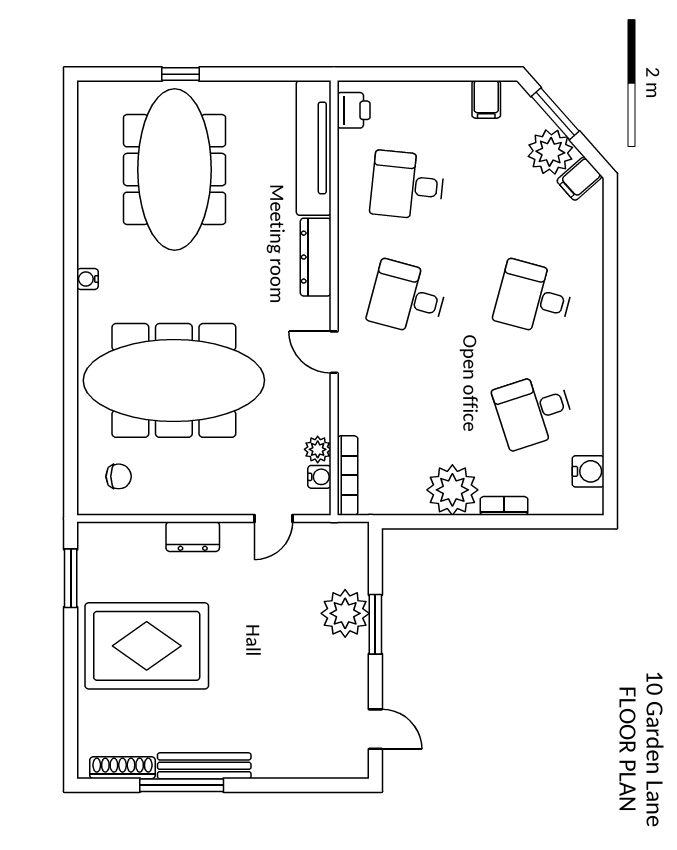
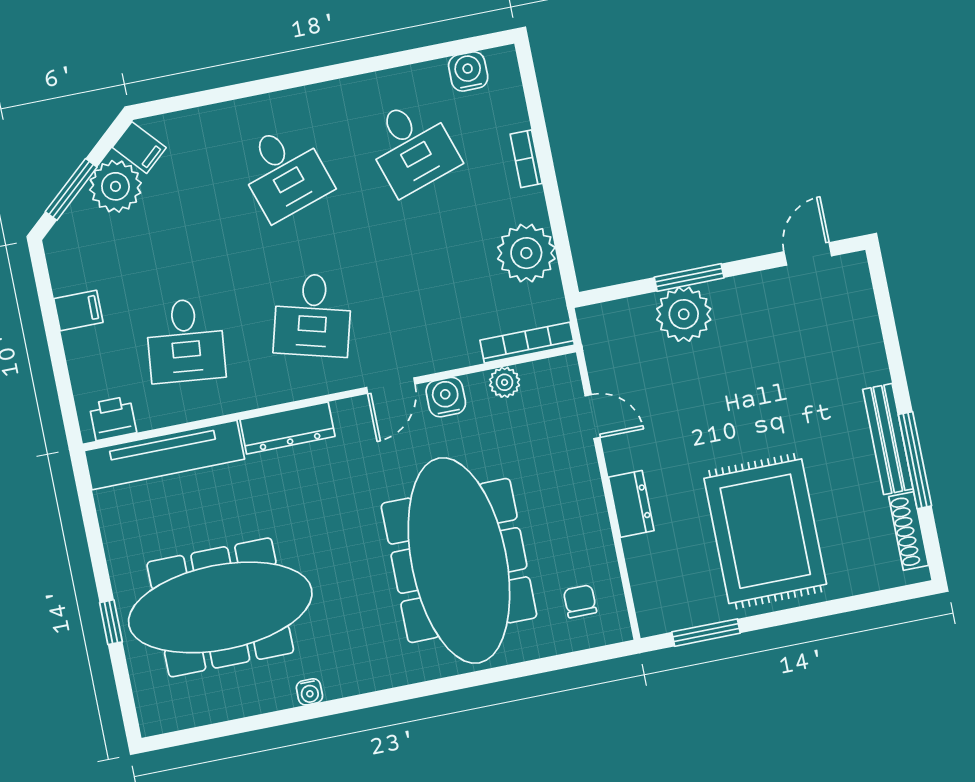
filing cabinet: (486, 99) -> (78, 310), moved
water cooler: (88, 279) -> (309, 692), moved
desk: (534, 298) -> (284, 172), turned -33
water cooler: (319, 477) -> (446, 397), moved, width x1.38, depth x1.38
plant: (452, 490) -> (526, 253), moved

